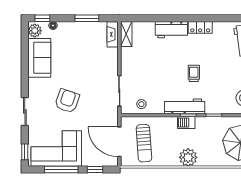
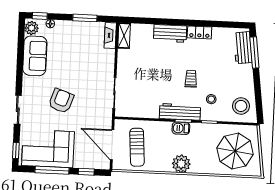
stool: (141, 104) -> (211, 99), moved

